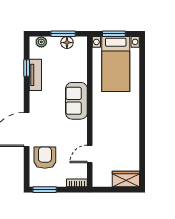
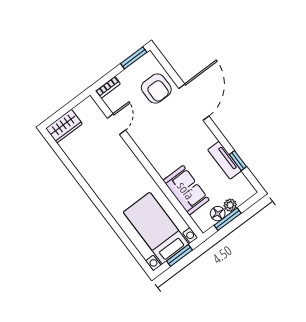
plant: (41, 42) -> (230, 205), moved
sofa: (76, 101) -> (186, 190), moved

